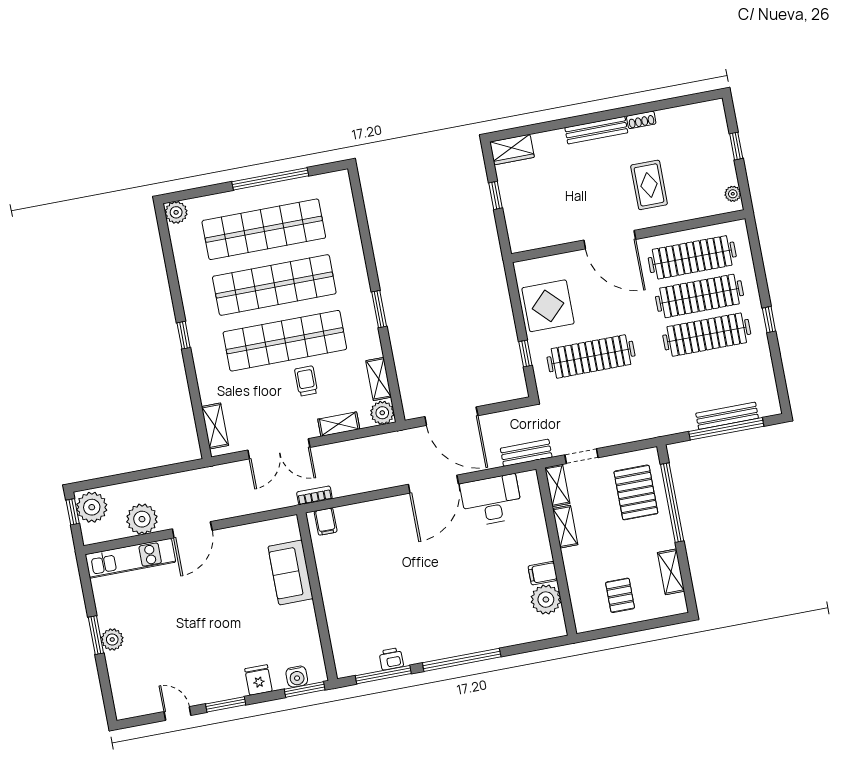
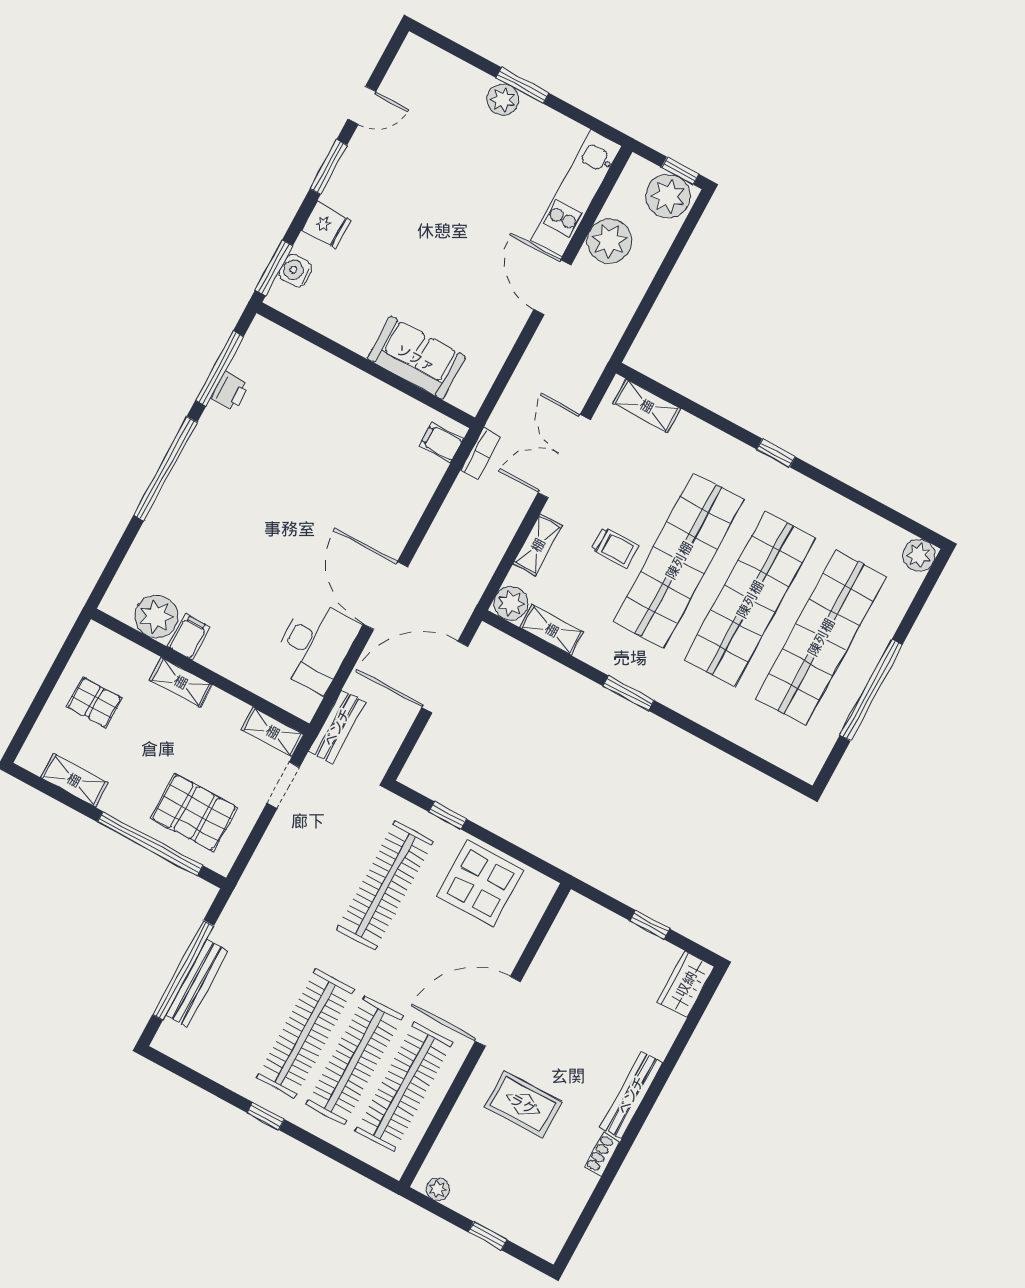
shelving: (565, 527) -> (181, 682), moved

